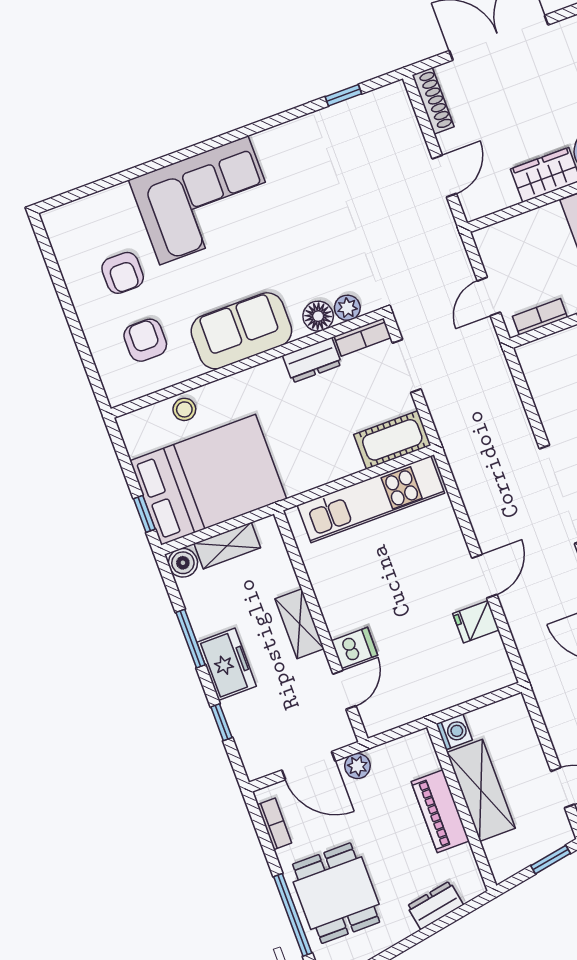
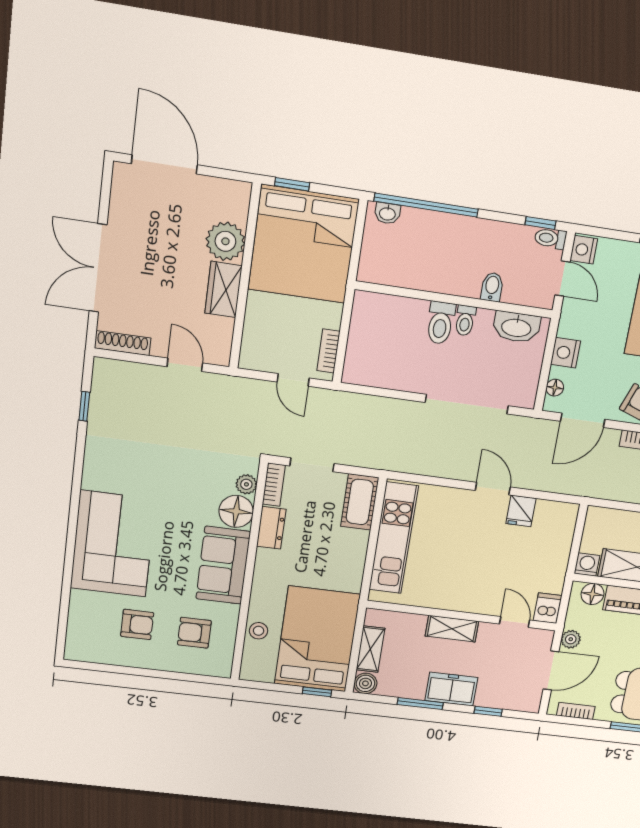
floor lamp: (318, 316) -> (236, 511), width x1.38, depth x1.38
dishwasher: (354, 648) -> (547, 608), moved
floor lamp: (423, 759) -> (592, 594), added

